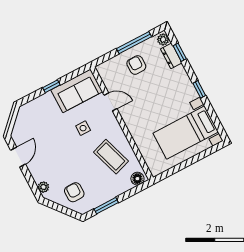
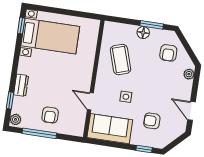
dresser: (171, 56) -> (21, 85), moved
window: (51, 86) -> (144, 149), moved
window: (199, 89) -> (21, 26), moved
armchair: (46, 124) -> (152, 121), added
door: (18, 157) -> (191, 111), hinge flipped
floor lamp: (137, 179) -> (143, 33), moved

